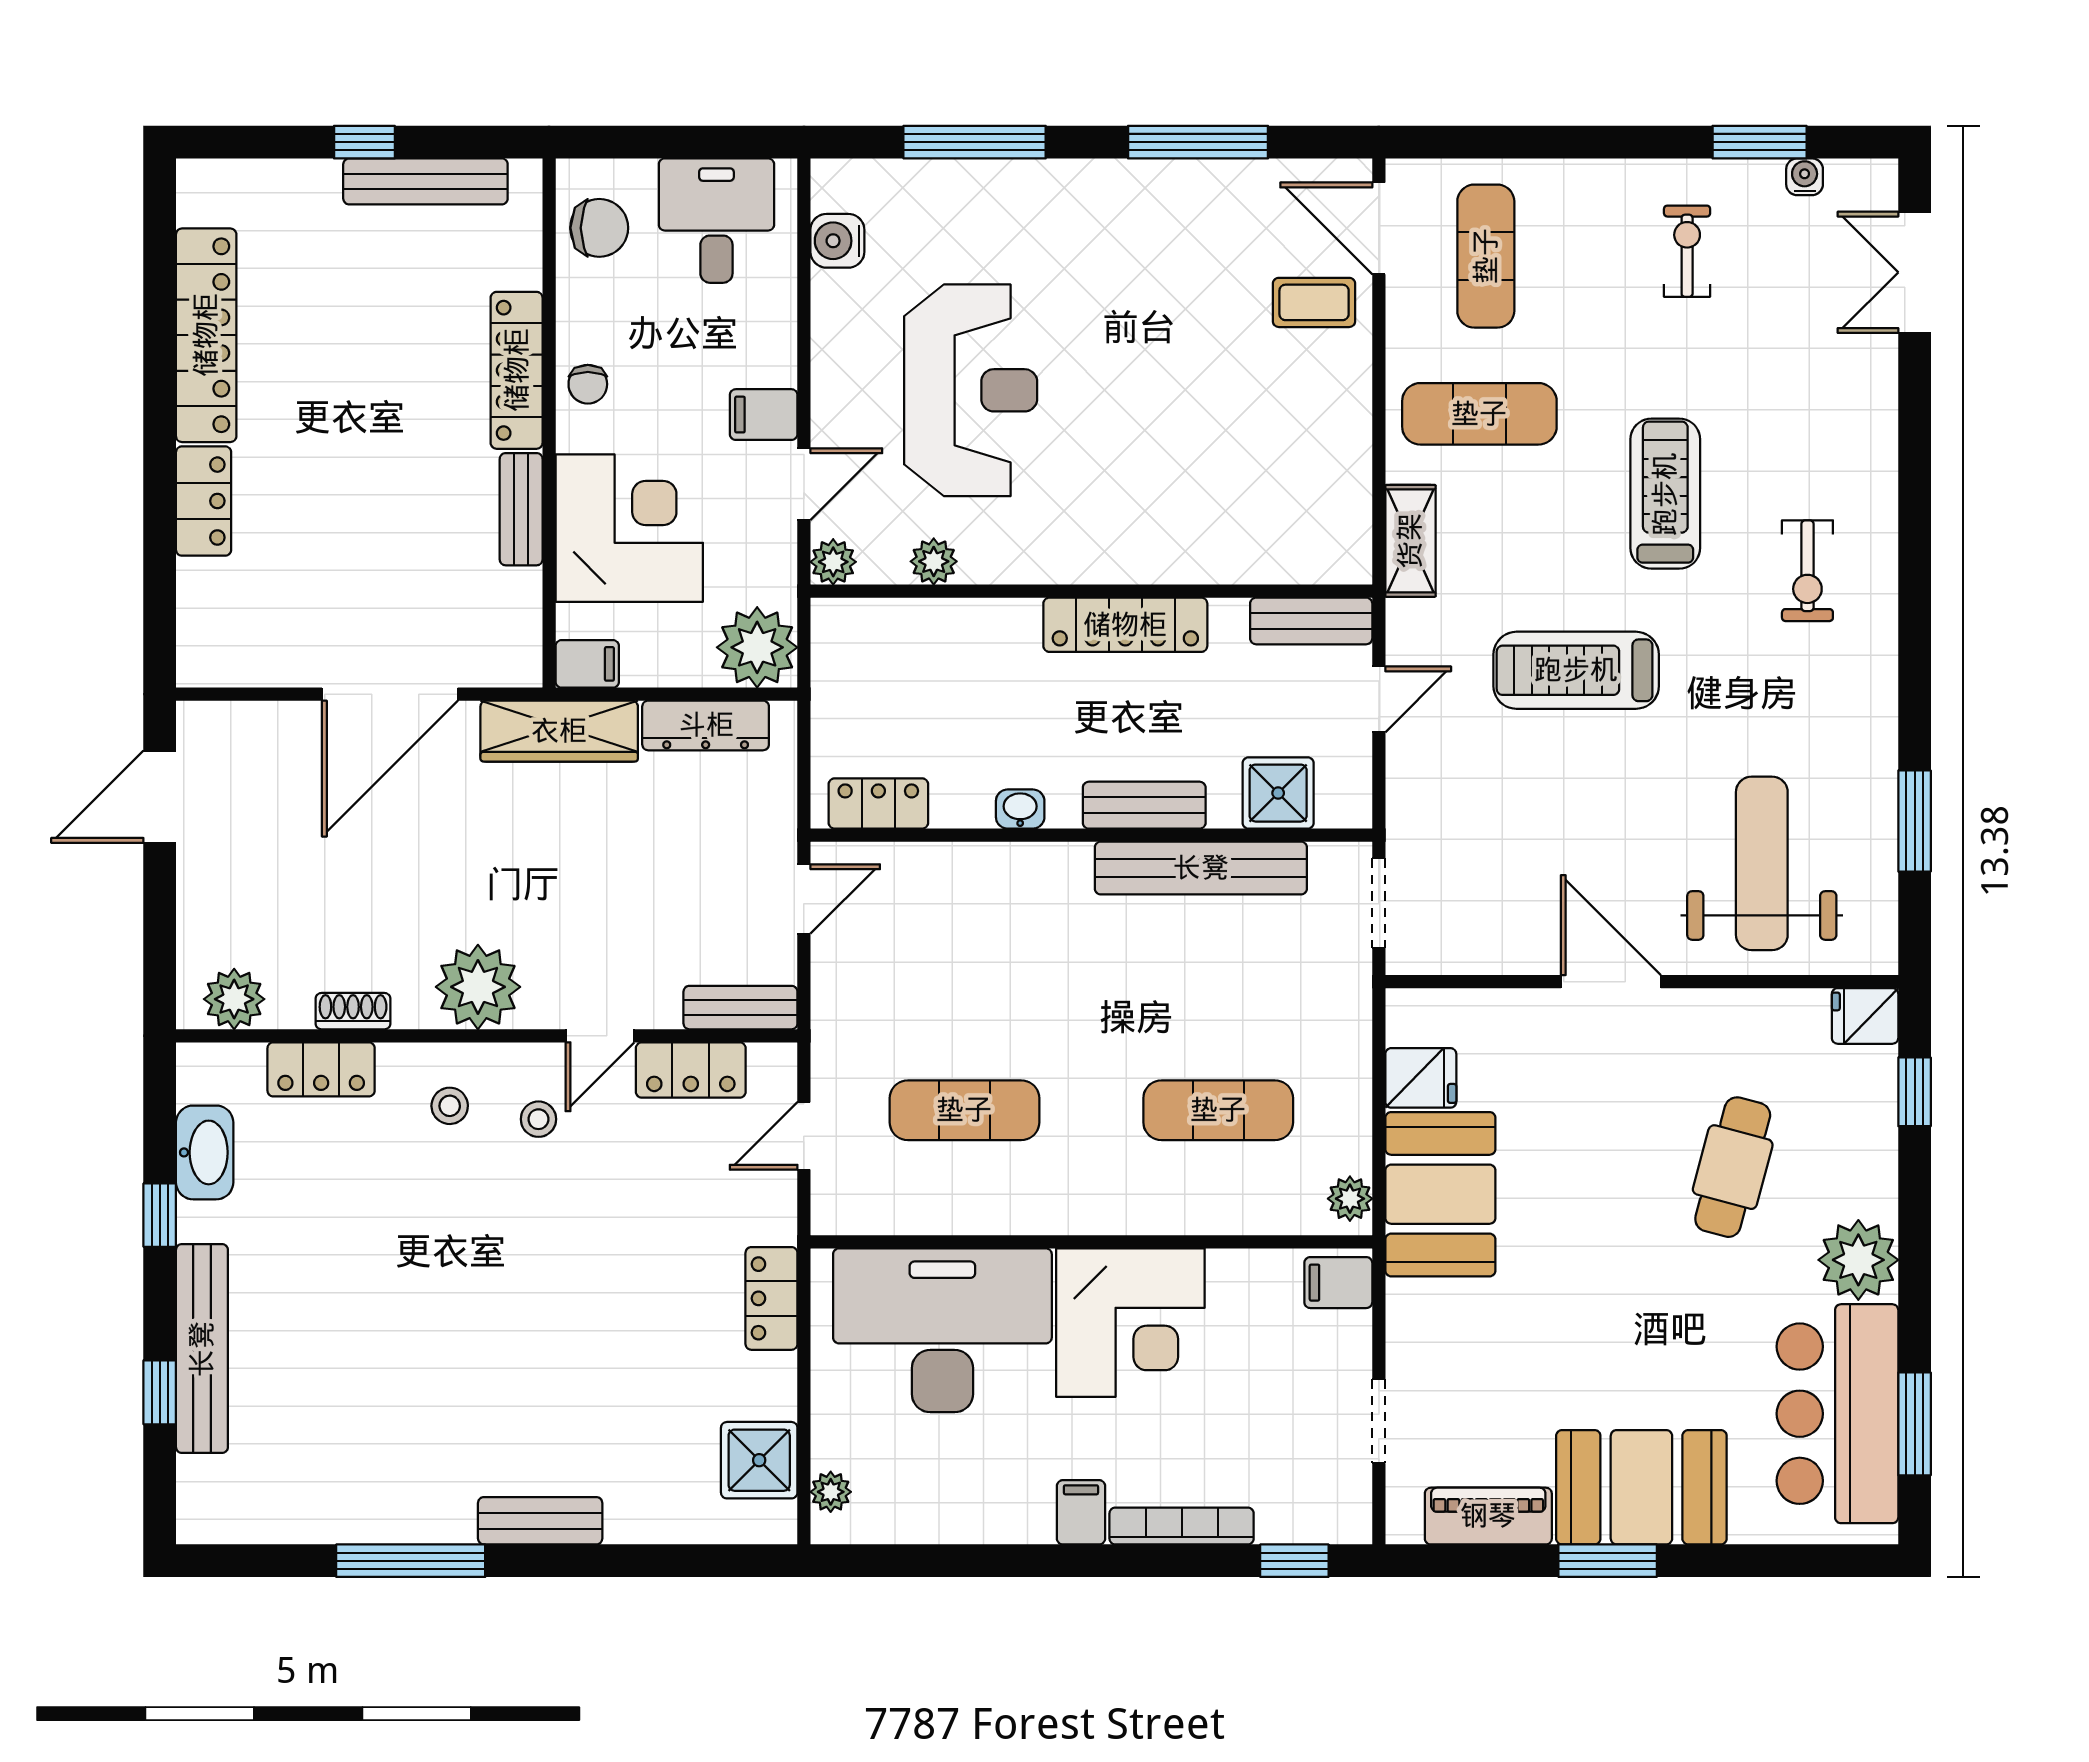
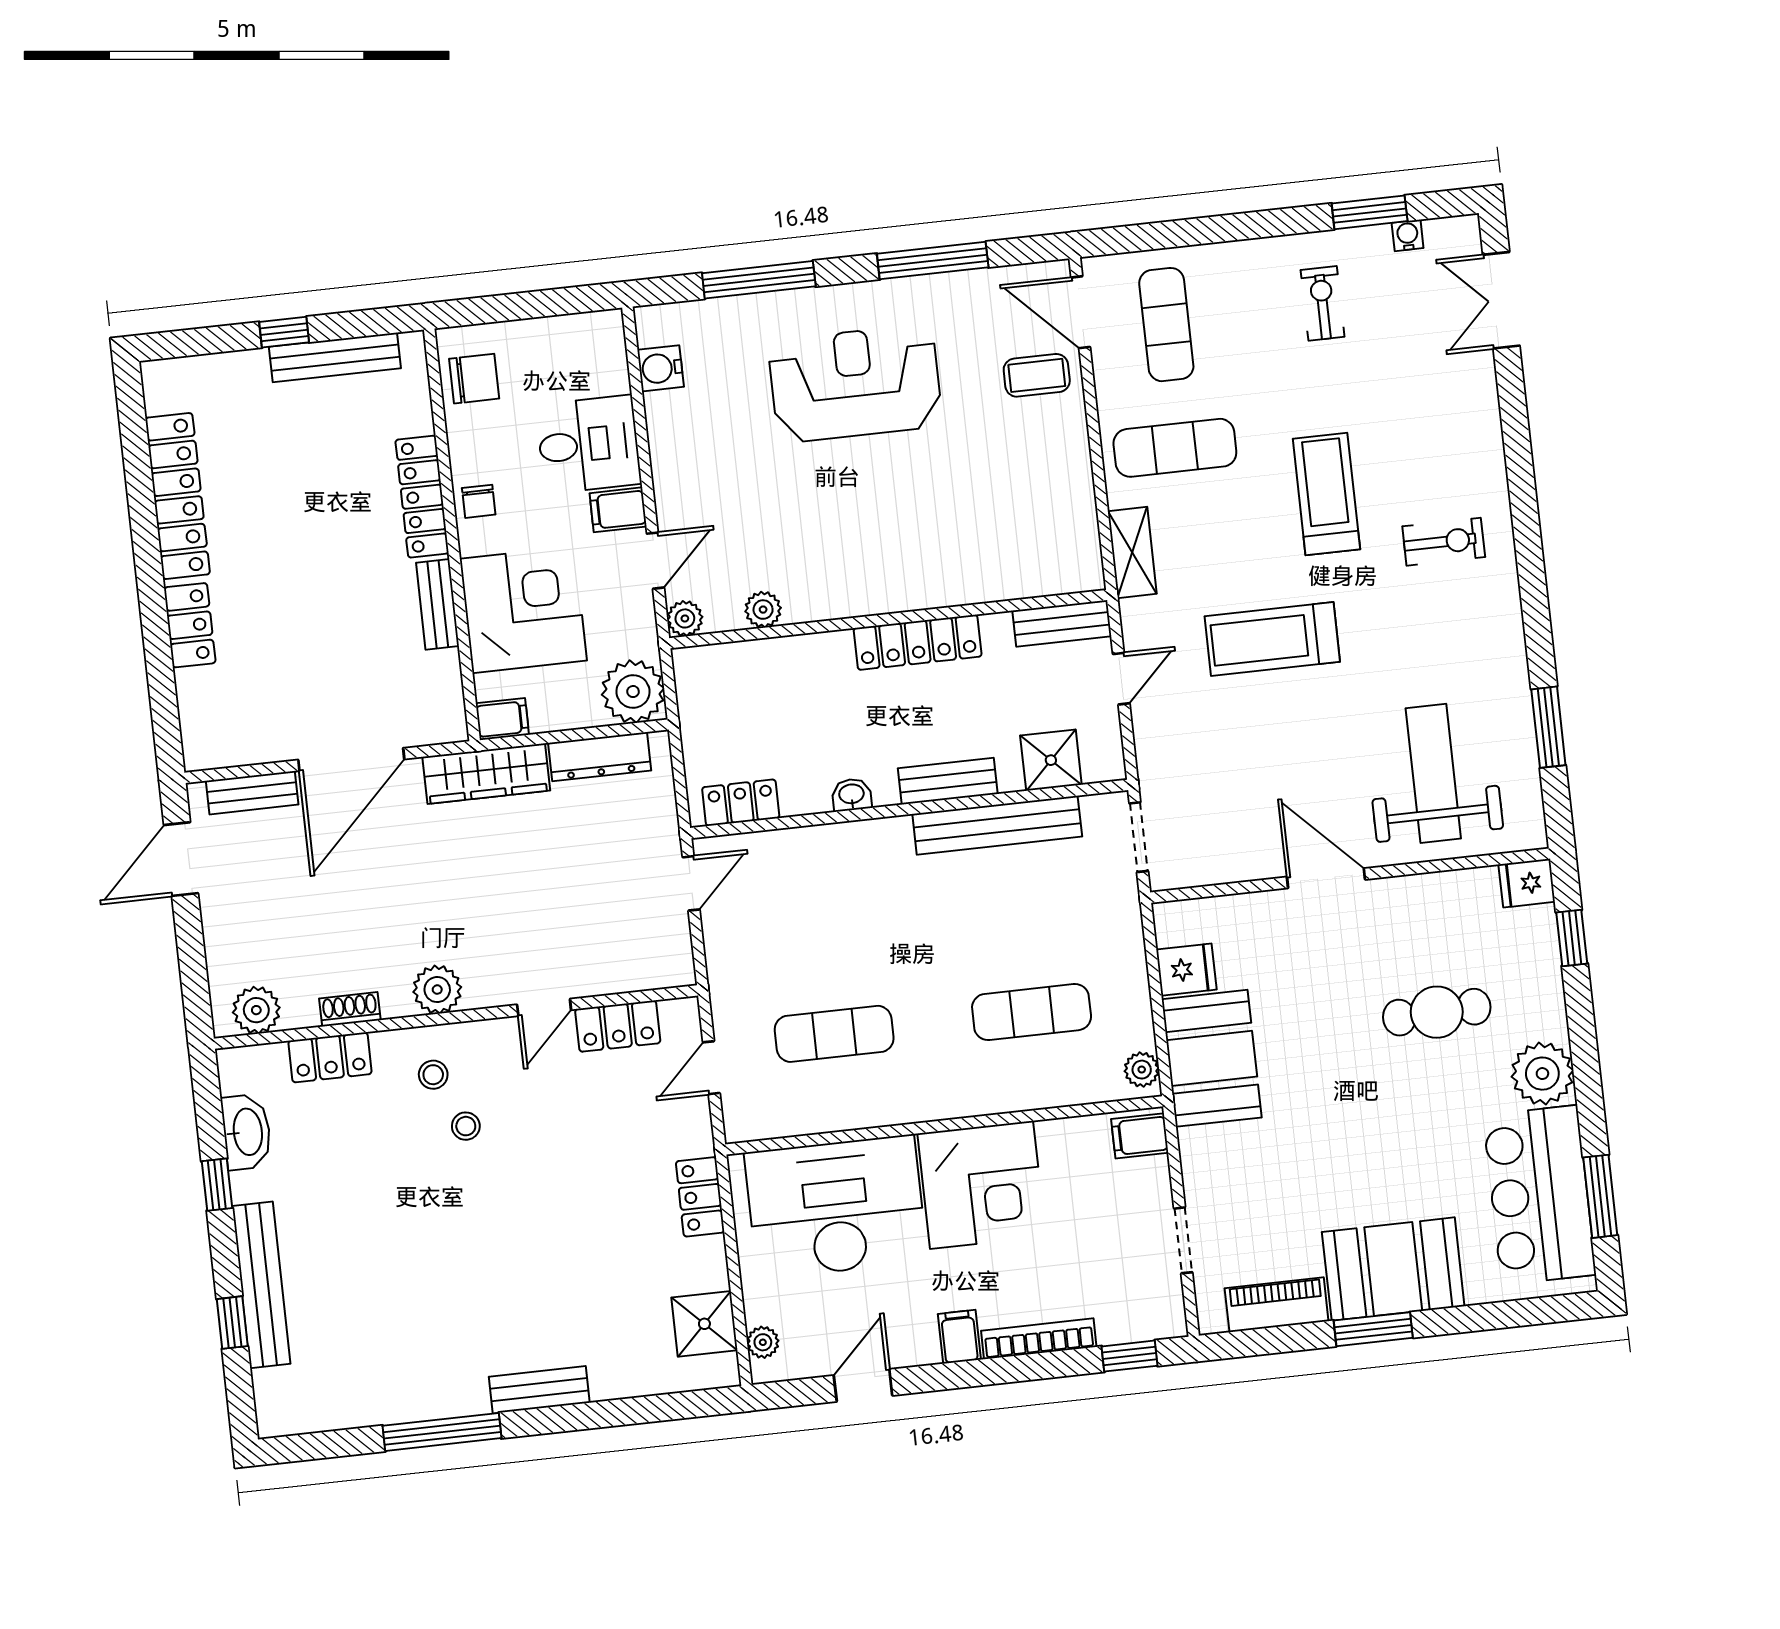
desk: (716, 221) -> (588, 444), moved, turned 90
reception desk: (971, 390) -> (855, 384), moved, turned -90
exercise bike: (1807, 571) -> (1444, 542), turned -90
plant: (478, 987) -> (437, 990), width x0.73, depth x0.73
bench: (740, 1008) -> (252, 793), moved
stool: (538, 1119) -> (466, 1126), moved
cafe table: (1733, 1167) -> (1437, 1012), turned 73
door: (952, 1561) -> (863, 1385), added

